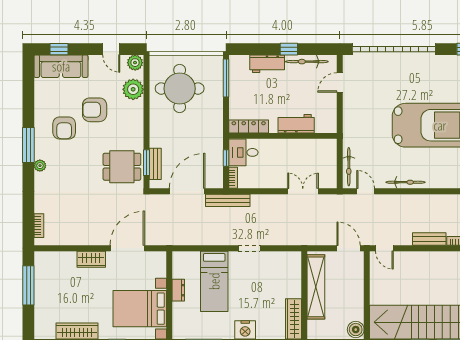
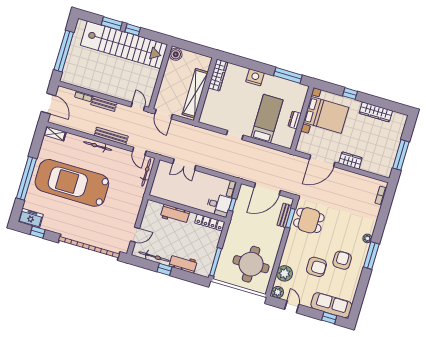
bicycle: (405, 182) -> (98, 146), moved
bench: (228, 200) -> (111, 136), moved

